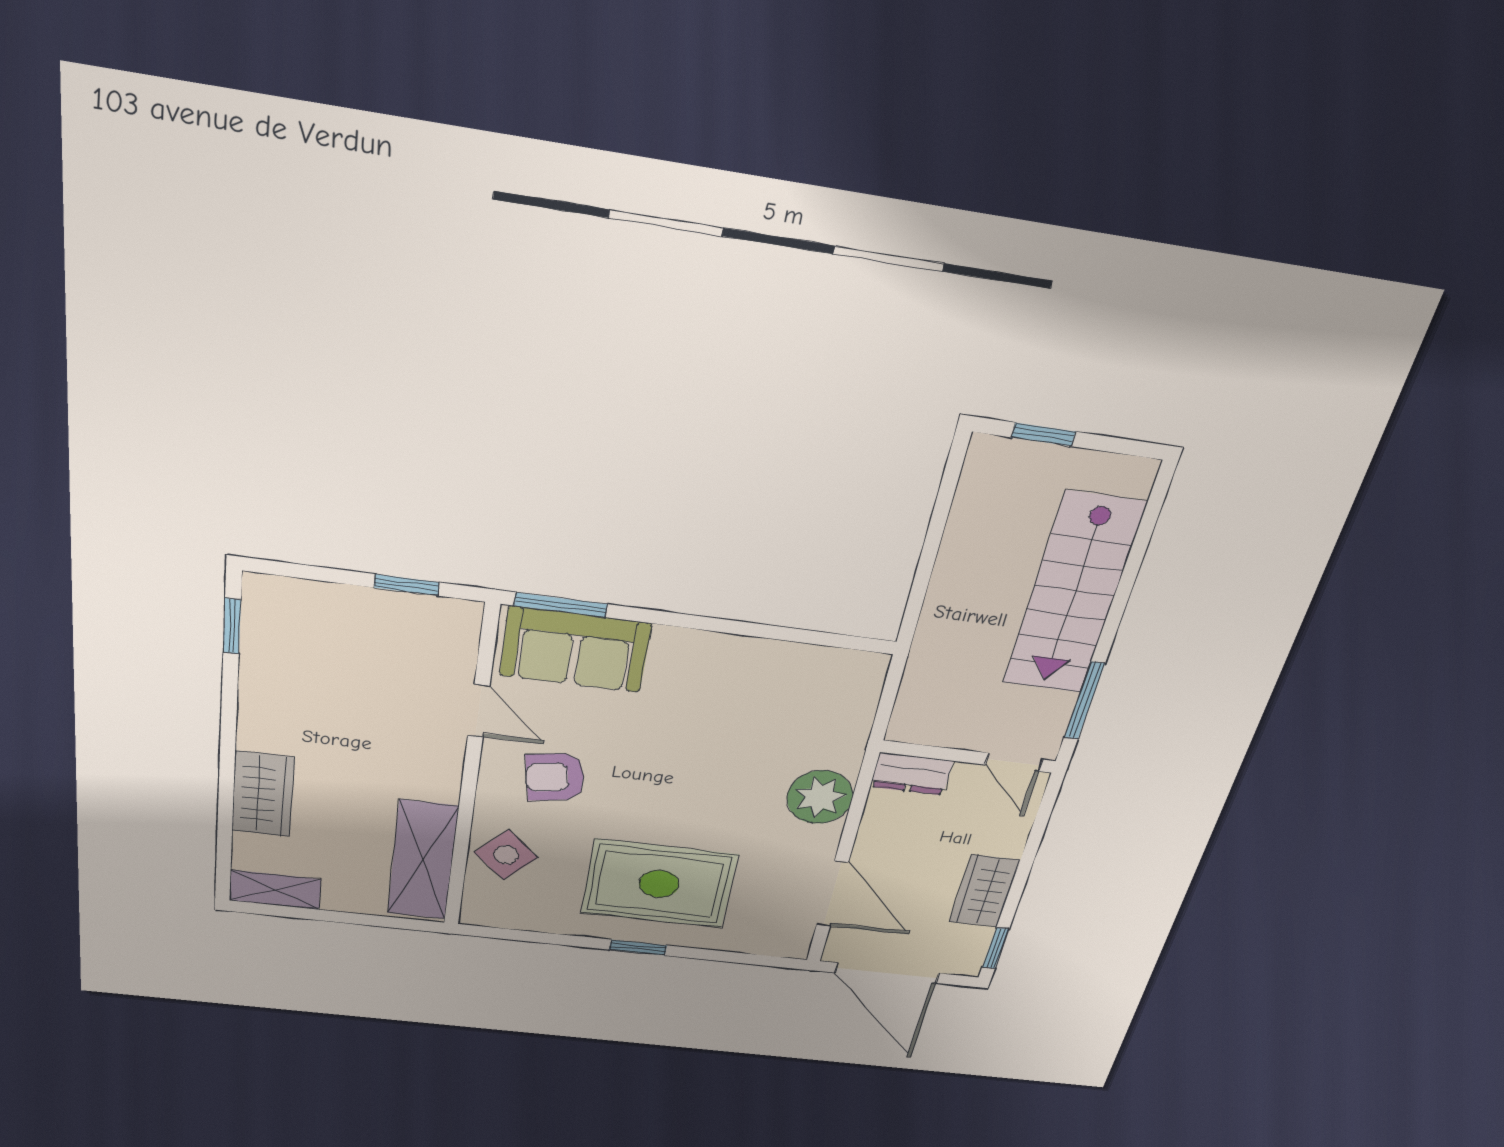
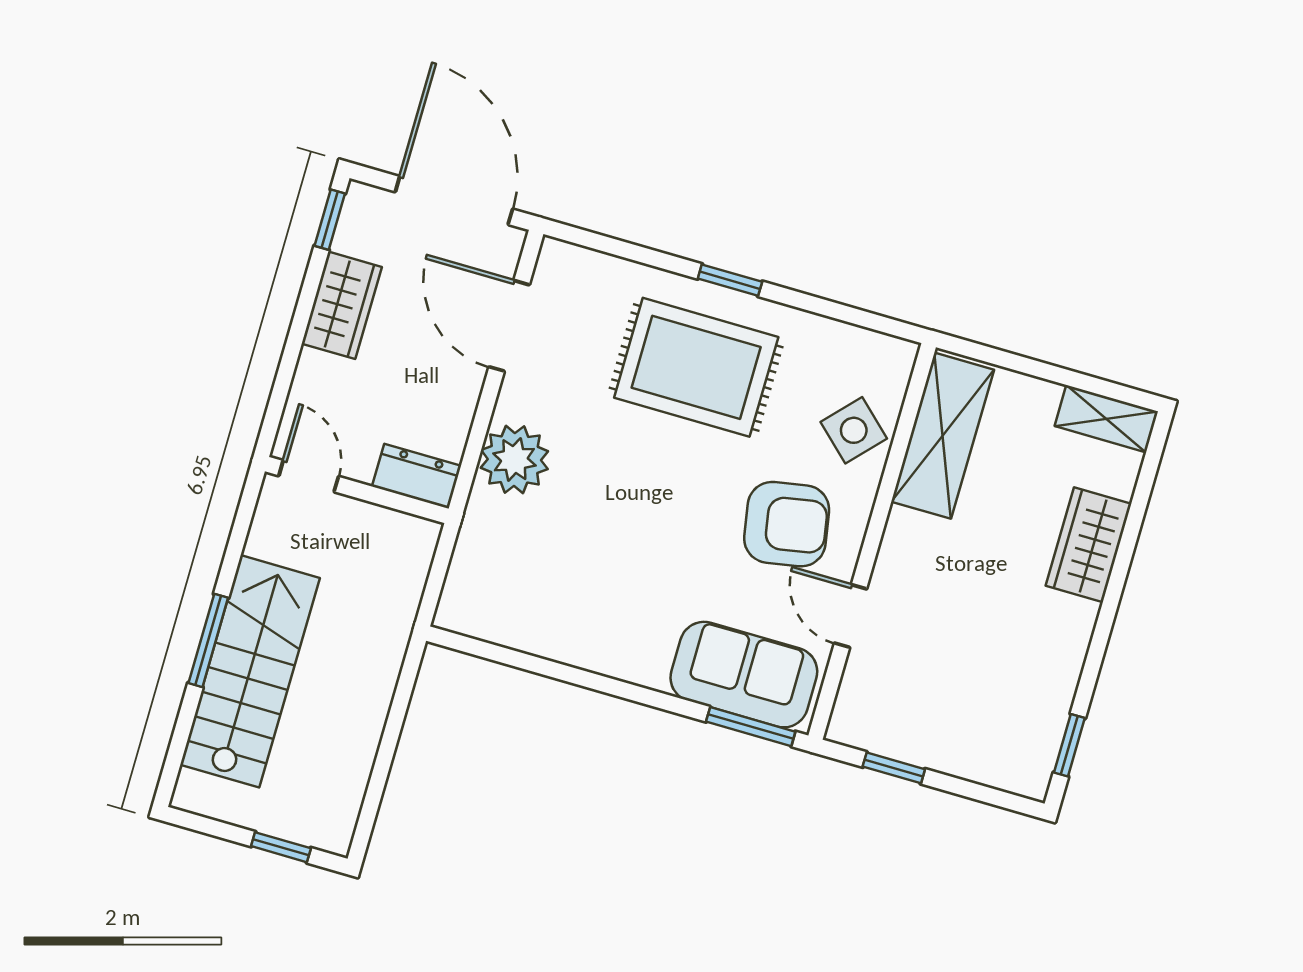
window: (1084, 701) -> (208, 640), moved
armchair: (555, 777) -> (787, 524), width x1.38, depth x1.38

